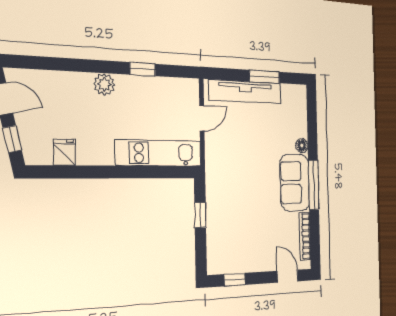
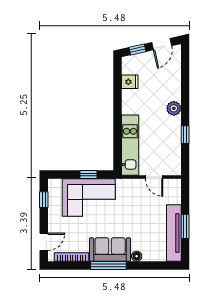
tv unit: (245, 92) -> (174, 233), moved
corner sofa: (231, 214) -> (89, 197), added

